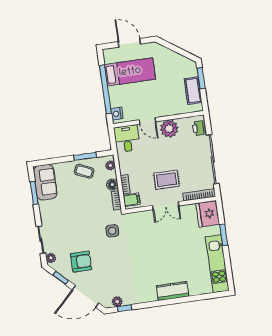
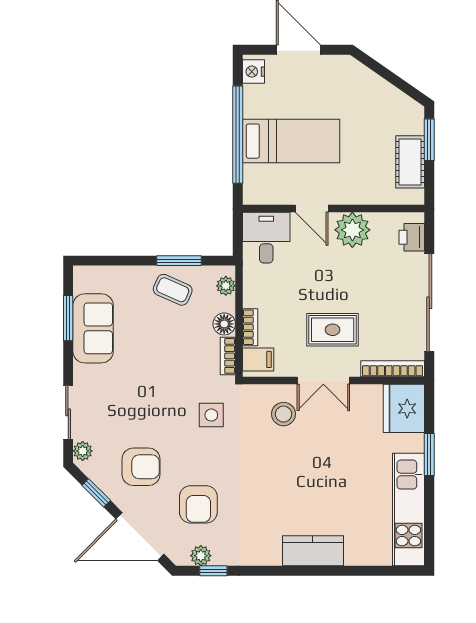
bed: (130, 72) -> (291, 141), moved
nightstand: (117, 114) -> (254, 72), moved
sofa: (45, 182) -> (93, 328), moved
stool: (148, 225) -> (283, 414), added
armchair: (112, 276) -> (198, 504), added

